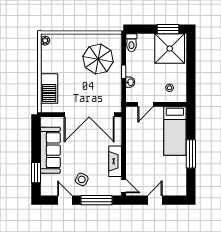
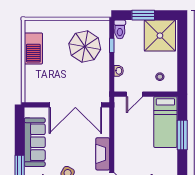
window: (168, 29) -> (143, 15), moved
plant: (45, 41) -> (29, 27), removed
window: (124, 72) -> (112, 45), moved
barbecue: (49, 89) -> (33, 48), moved
window: (191, 154) -> (182, 135), moved

